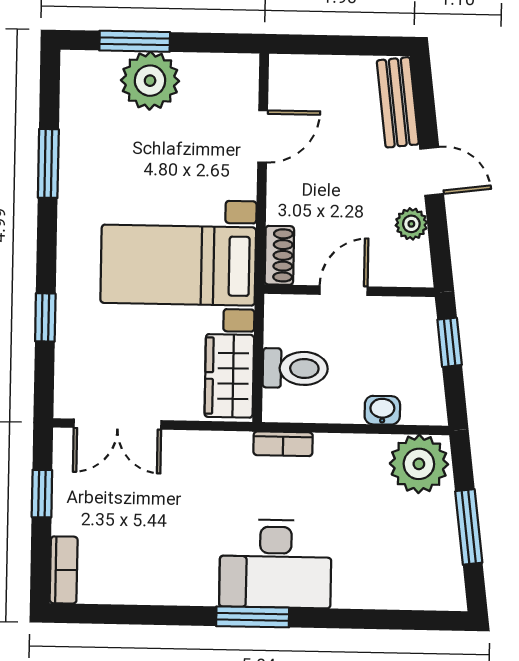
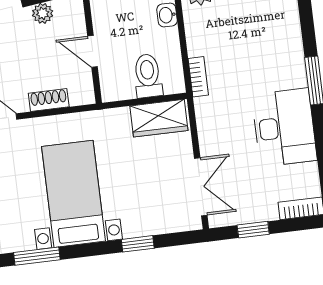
shoe rack: (279, 255) -> (49, 100), moved
bed with nightstands: (178, 265) -> (74, 194), moved, turned 180
desk: (275, 564) -> (284, 127), moved

